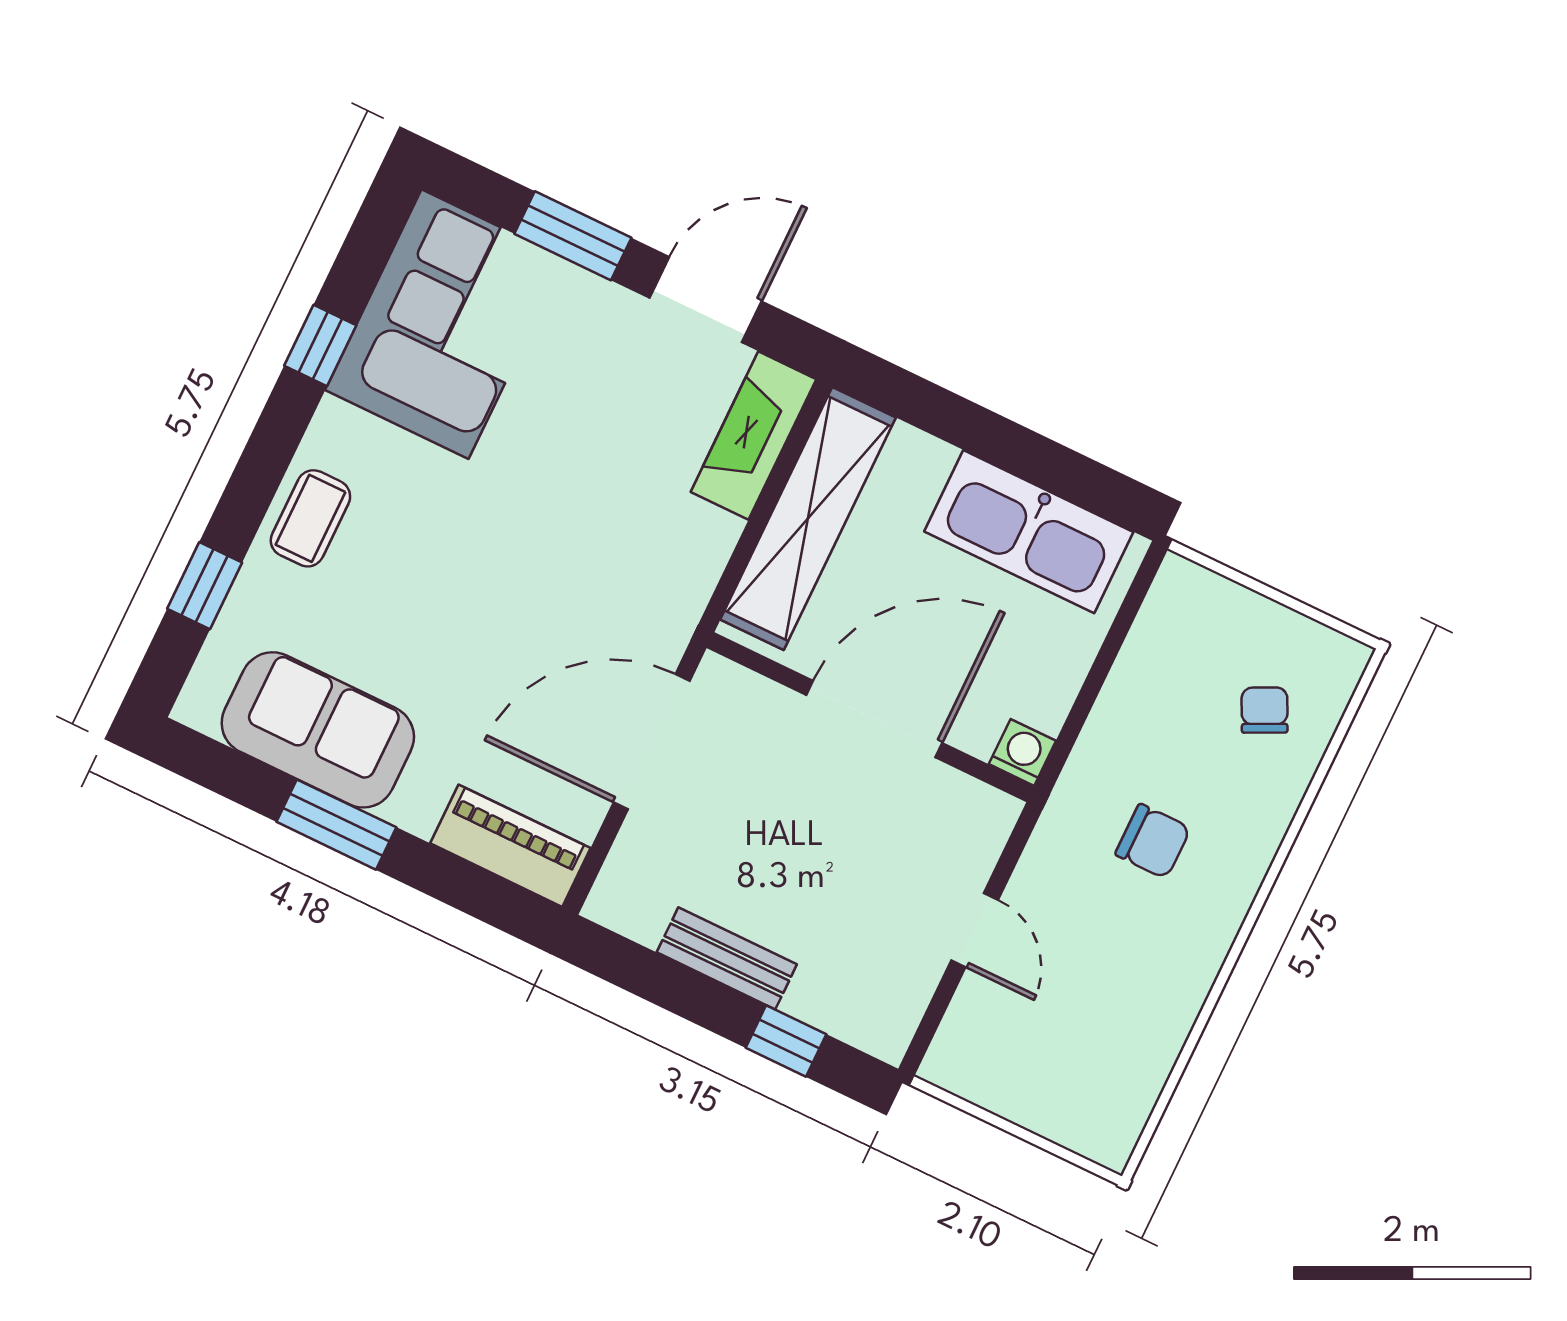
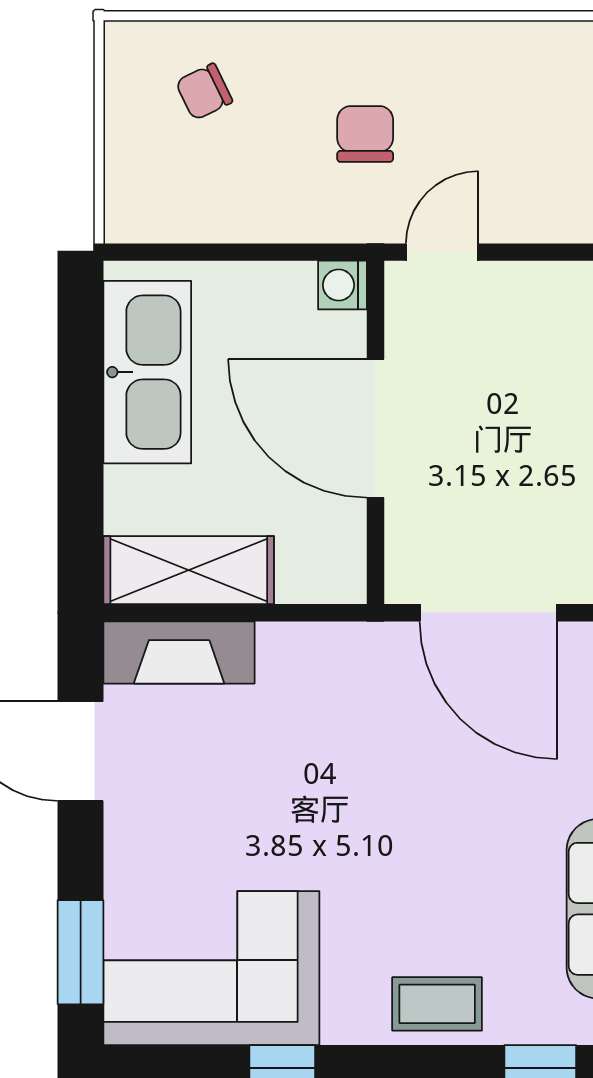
window: (573, 236) -> (81, 952), moved
shelving: (808, 518) -> (189, 570), width x0.68
door: (975, 930) -> (442, 252), moved

